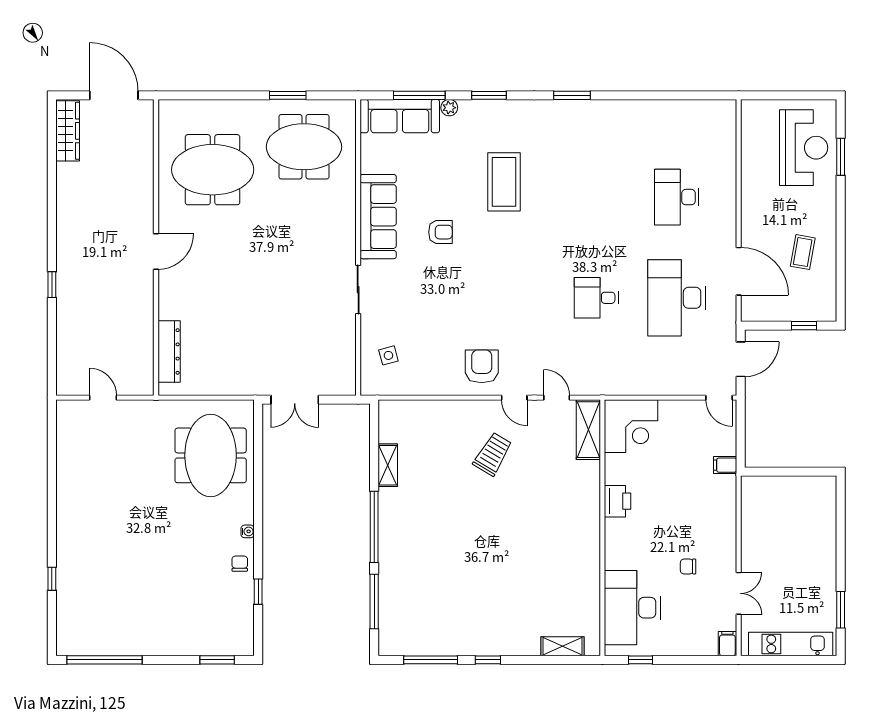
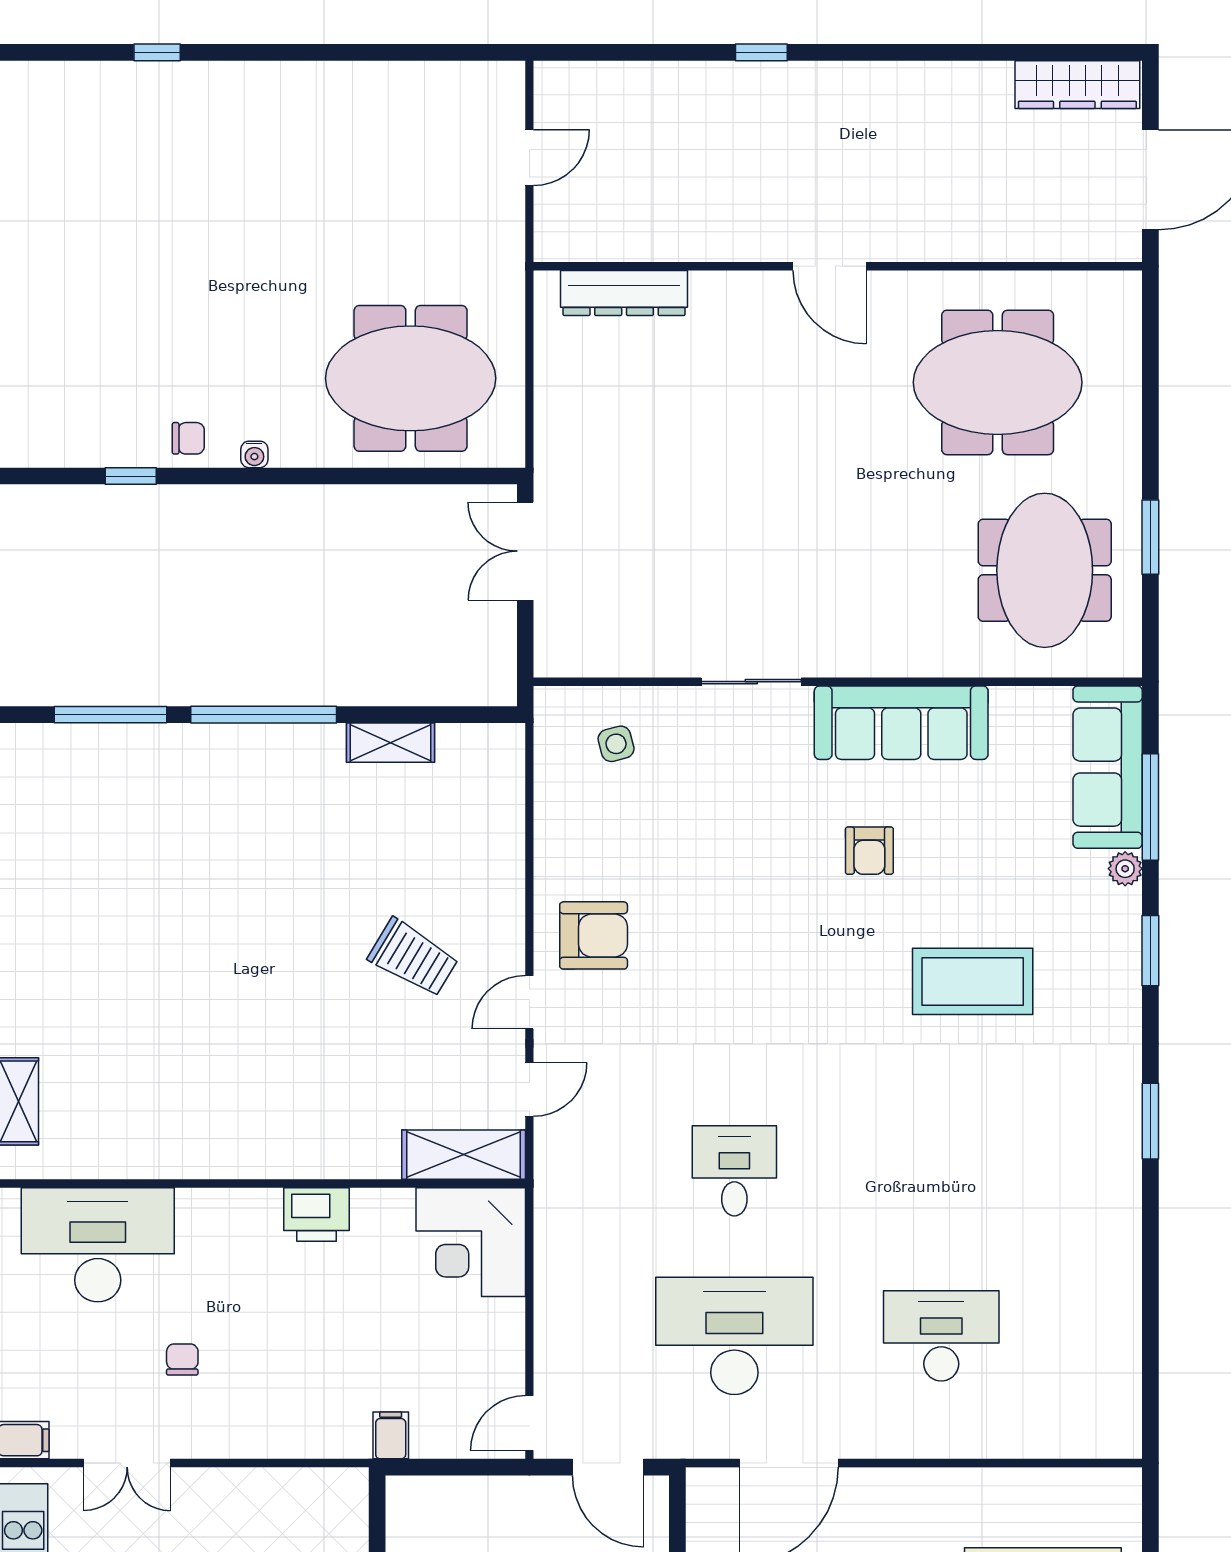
meeting table: (213, 170) -> (998, 382), turned 90

